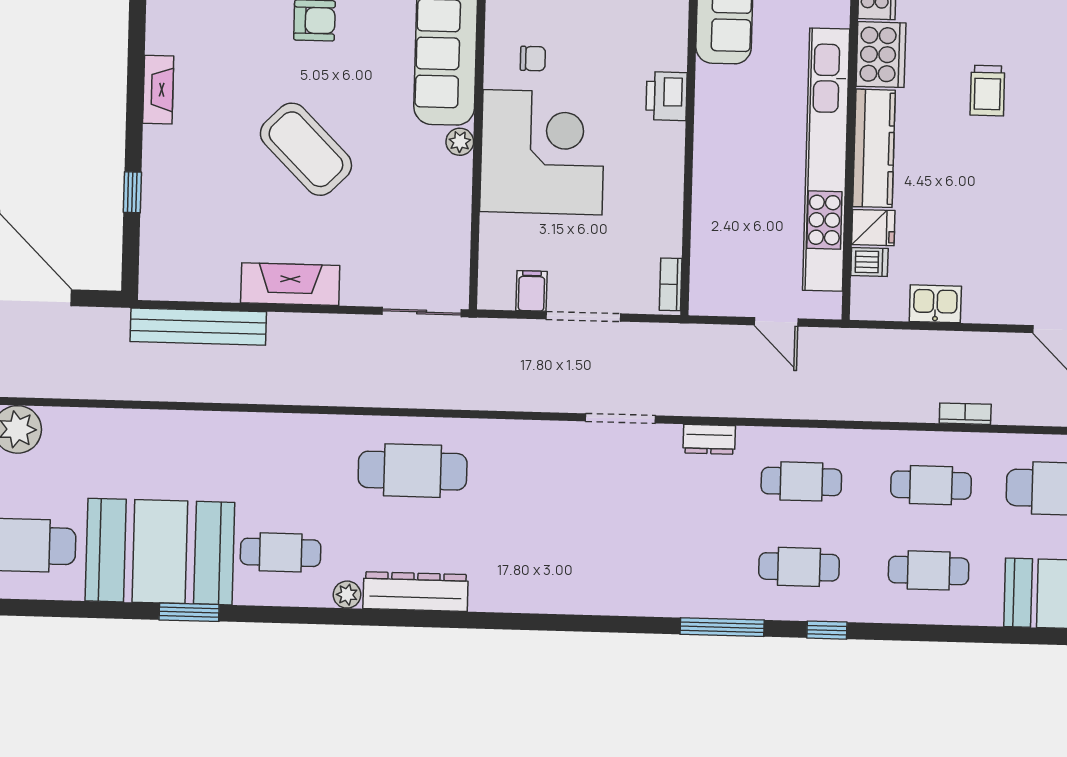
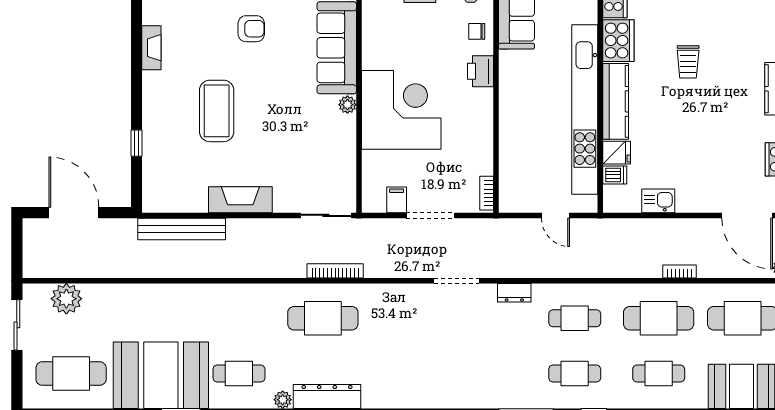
chair: (533, 59) -> (477, 31), moved, turned 180
fireplace: (158, 90) -> (151, 48), moved
coffee table: (306, 149) -> (217, 111), moved, turned 45
bookcase: (434, 398) -> (335, 271), added
cafe table: (931, 485) -> (659, 318), width x1.37, depth x1.35

